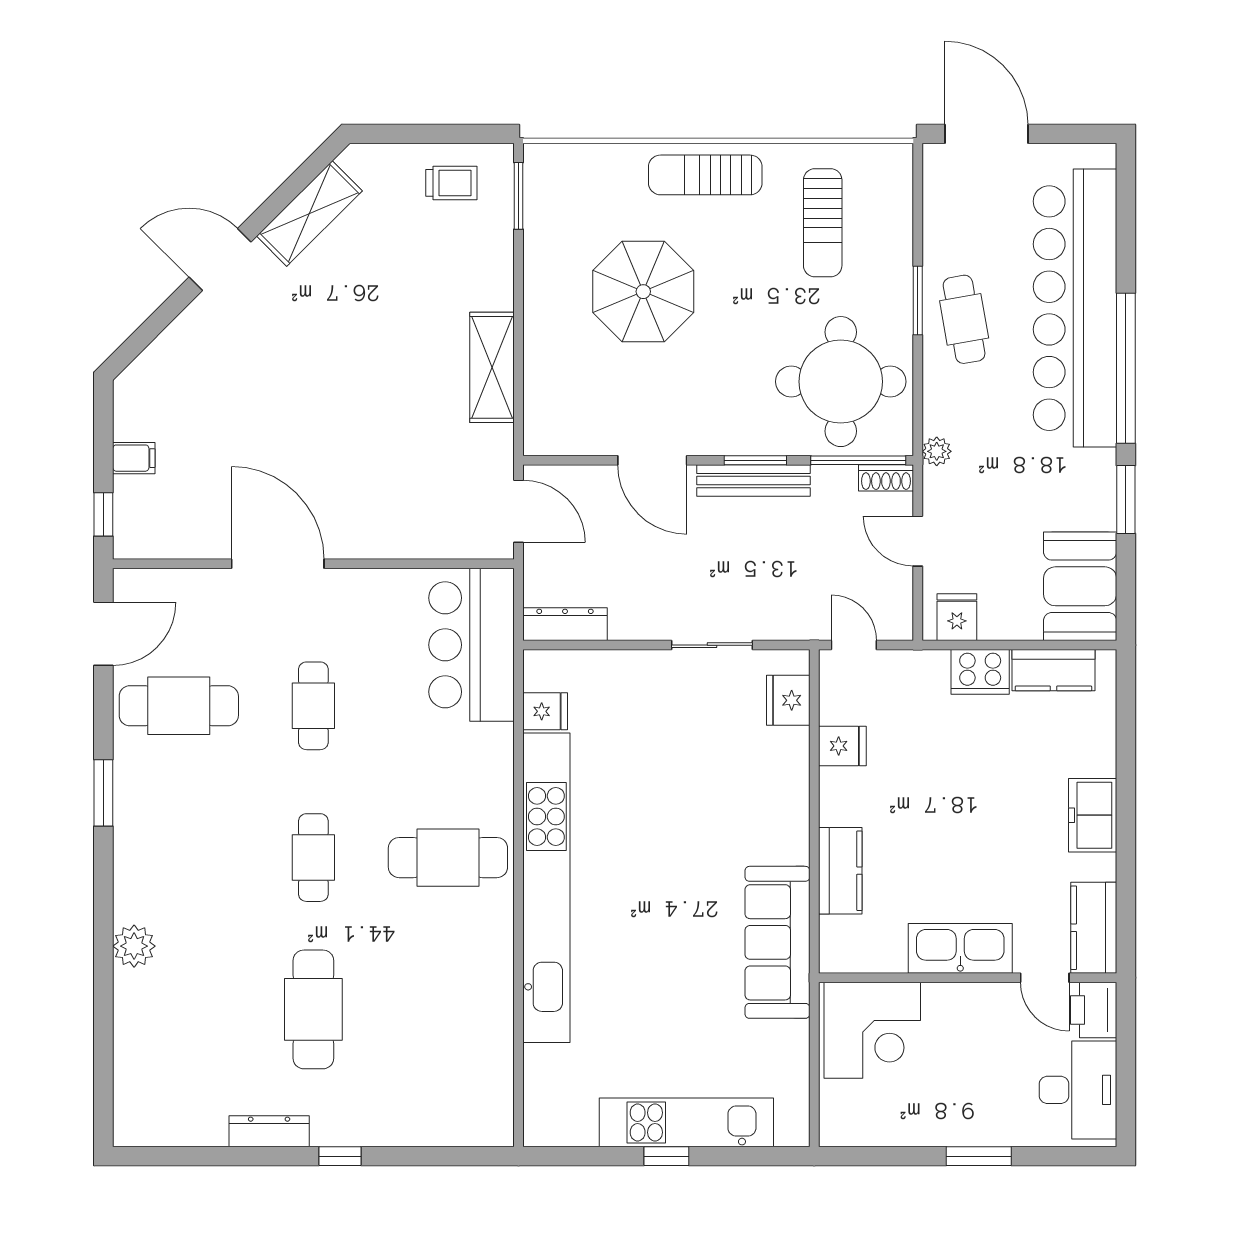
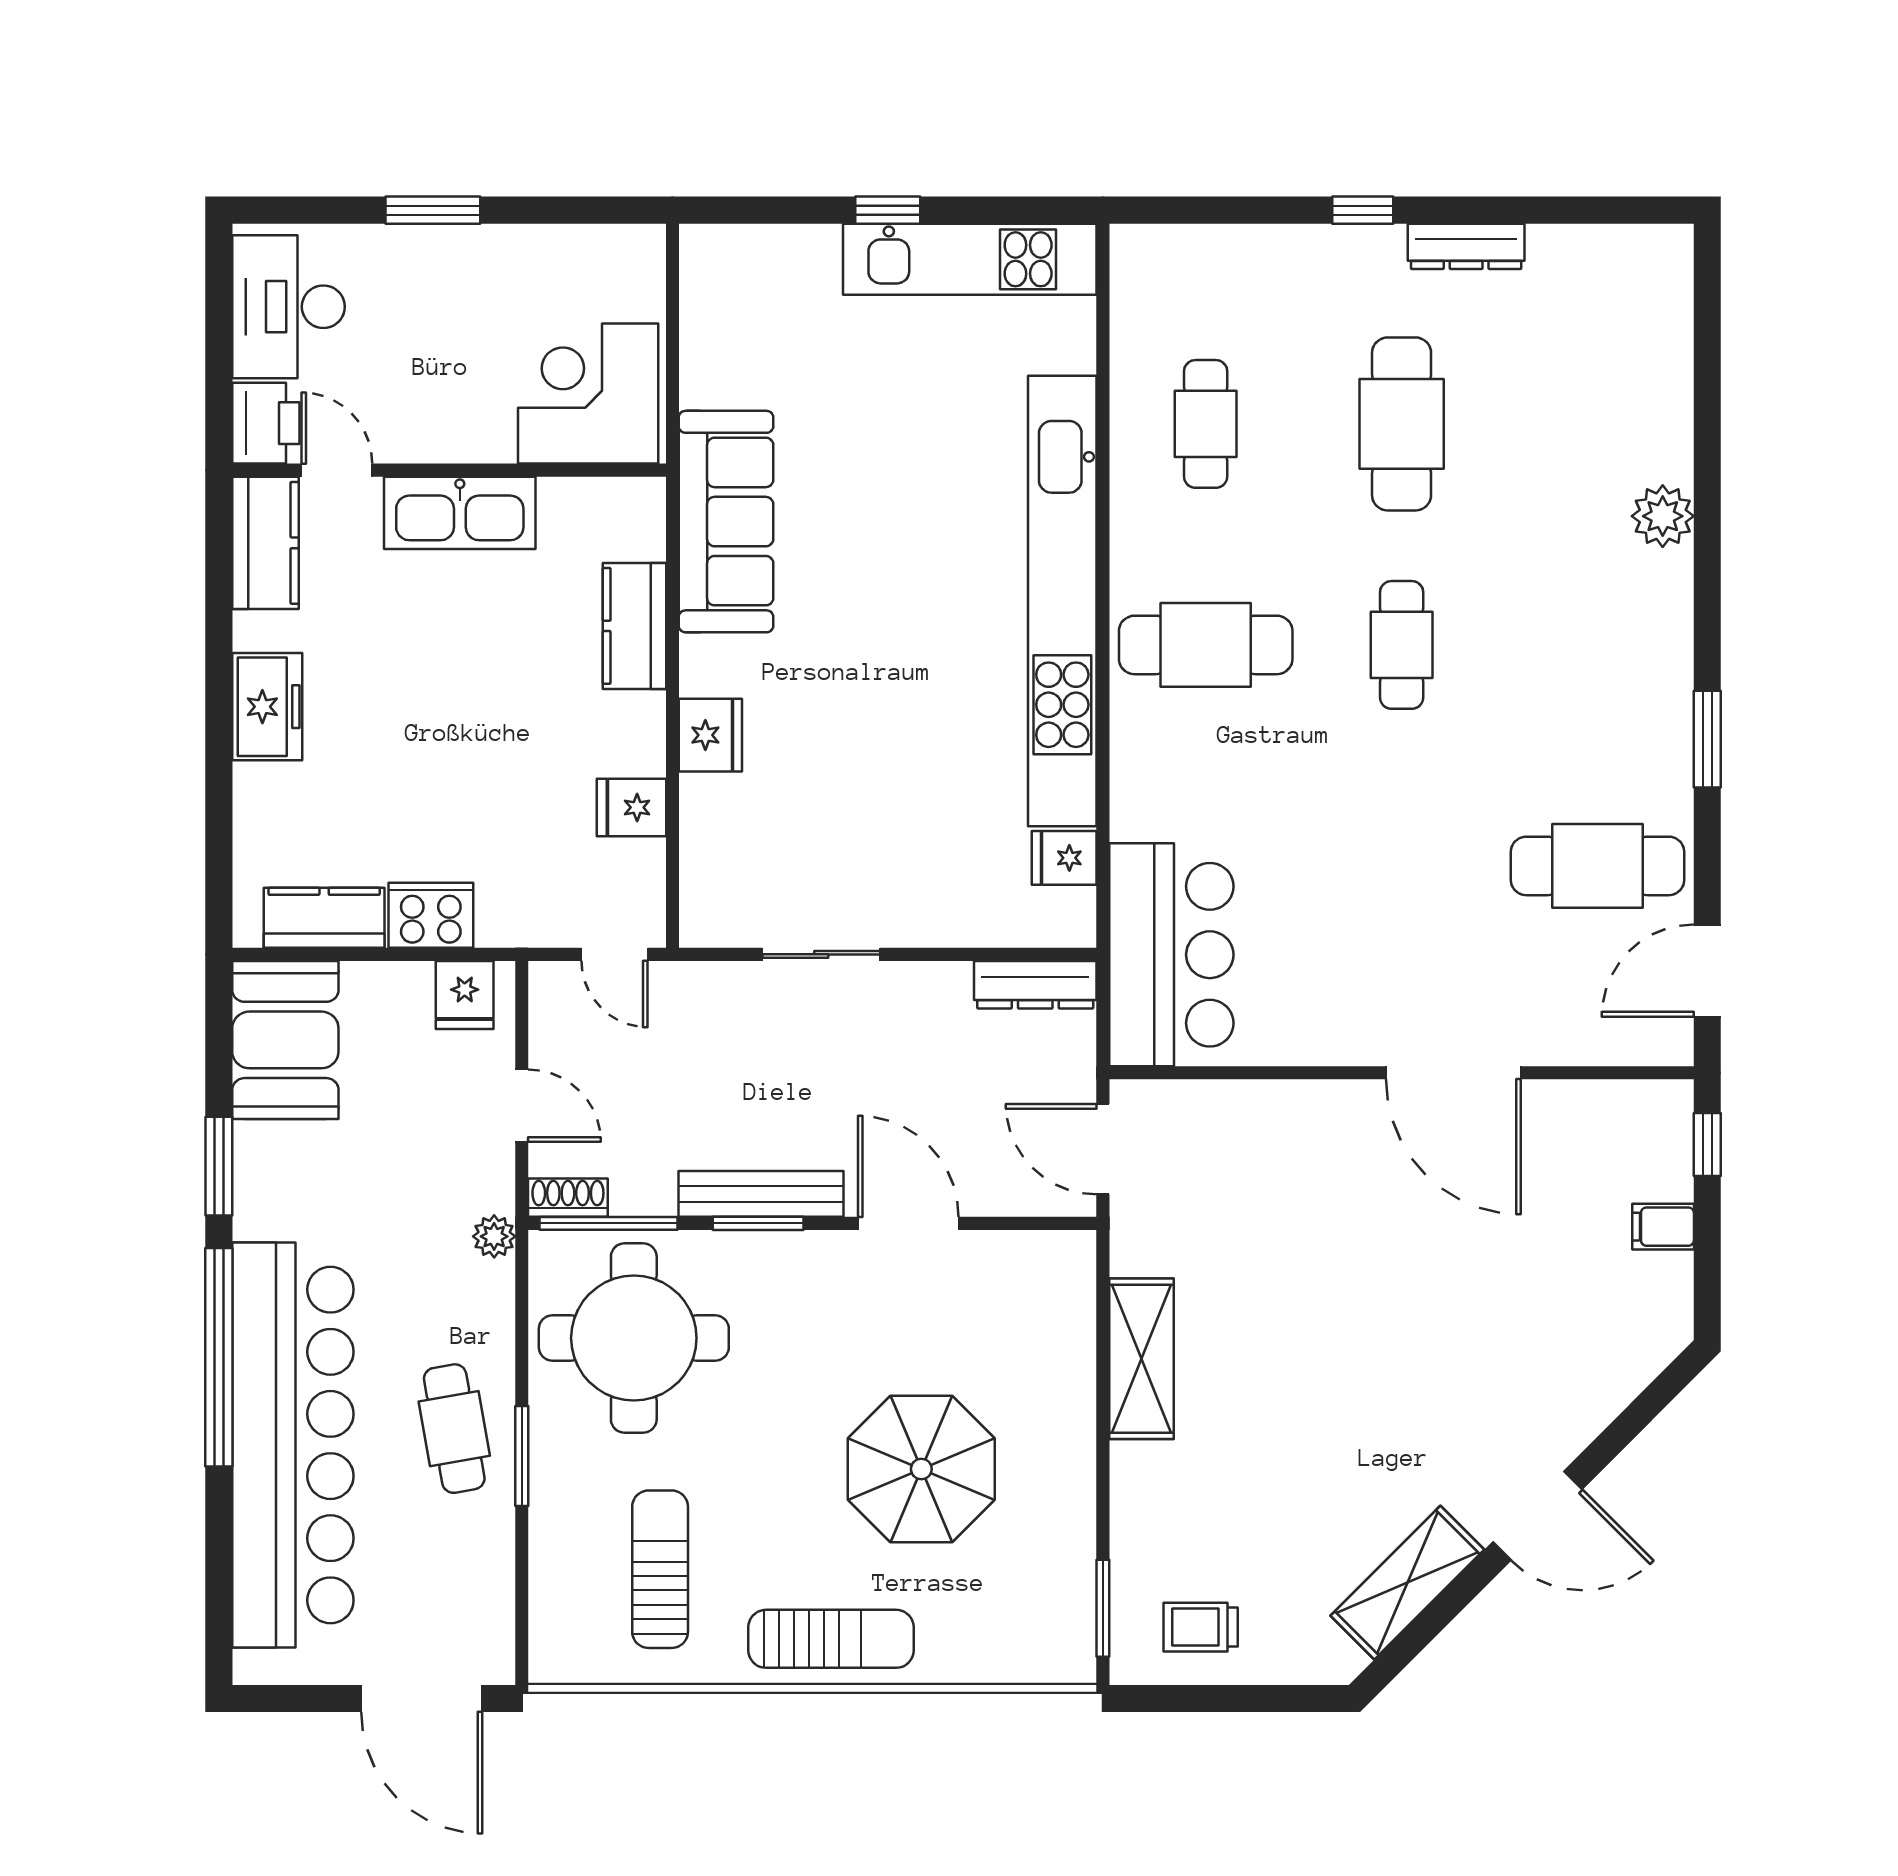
fridge: (788, 700) -> (710, 735), moved
cafe table: (313, 706) -> (1206, 424), moved
kitchen unit: (686, 1122) -> (970, 259), moved

